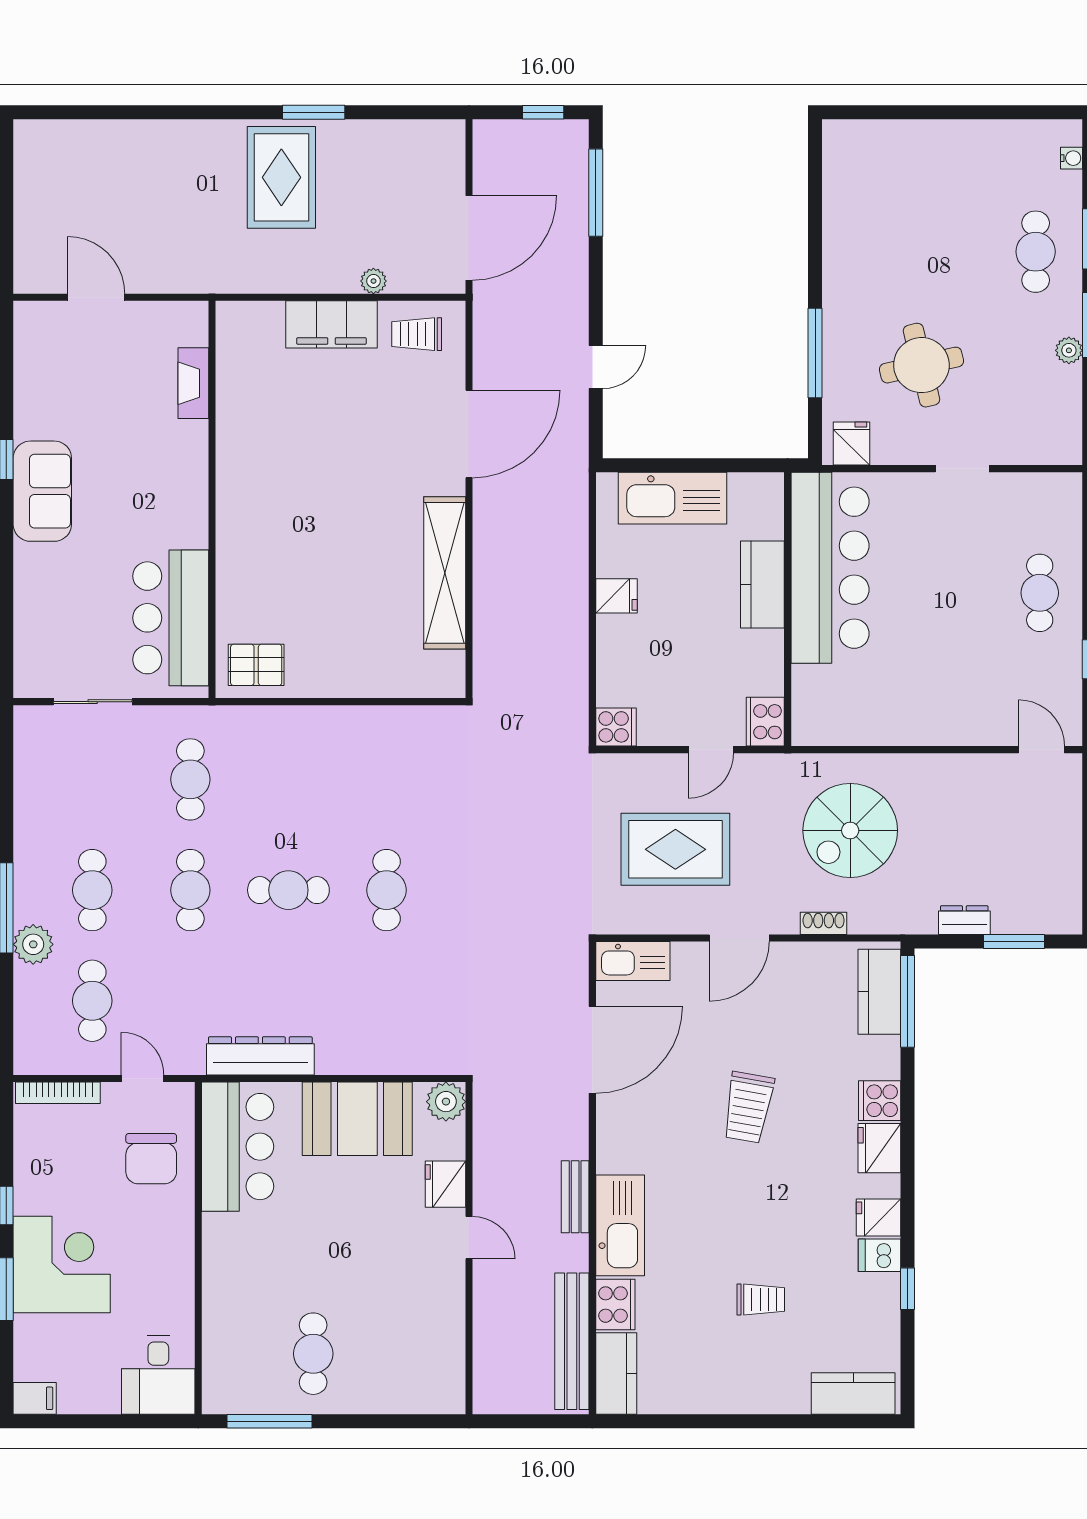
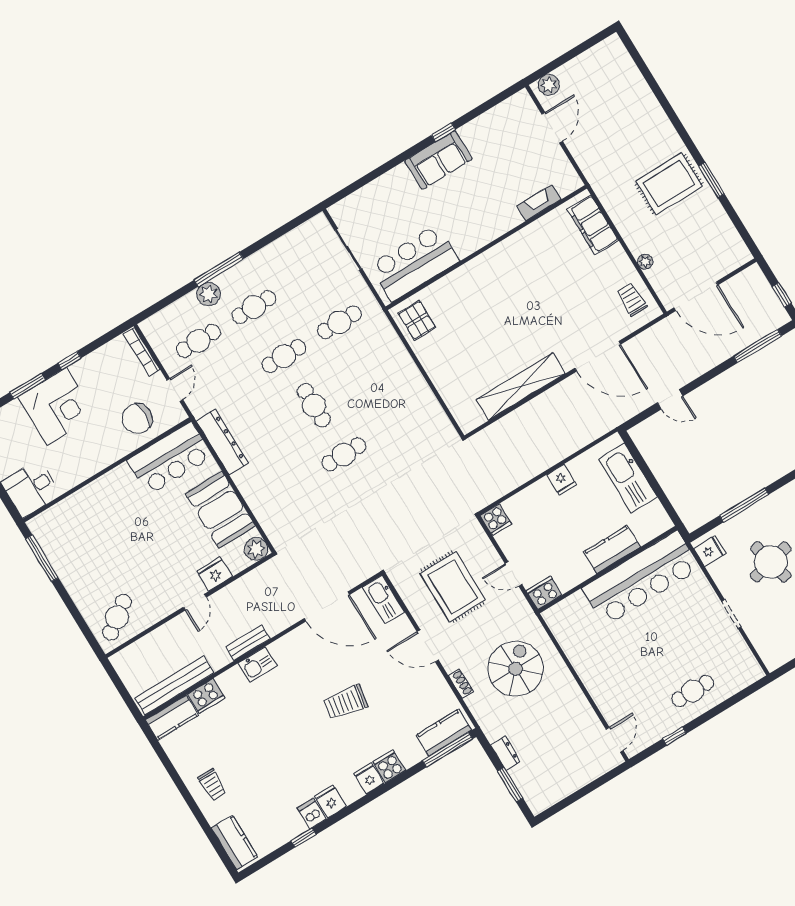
plant: (31, 264) -> (549, 85), added
filing cabinet: (331, 324) -> (593, 225), moved
spiral stairs: (850, 830) -> (516, 669), turned 90
fridge: (879, 1148) -> (369, 778), width x0.72
kitchen sink: (620, 1225) -> (258, 665), width x0.53, depth x0.81
trolley: (761, 1300) -> (212, 785), moved
cafe table: (313, 1354) -> (117, 617), moved, turned -36

